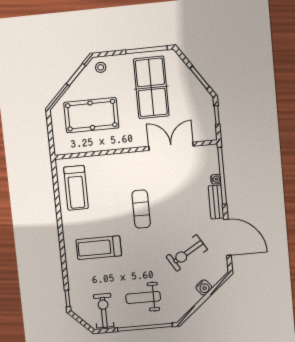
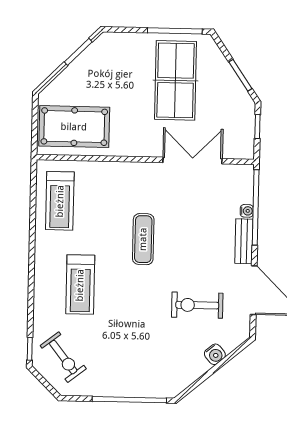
stool: (101, 67) -> (112, 46), removed
pool table: (91, 115) -> (74, 127), moved
treadmill: (99, 248) -> (80, 285), turned -90
exercise bike: (187, 253) -> (197, 305), turned 31
weight bench: (143, 297) -> (132, 359), removed
exercise bike: (104, 311) -> (63, 357), moved, turned 142

